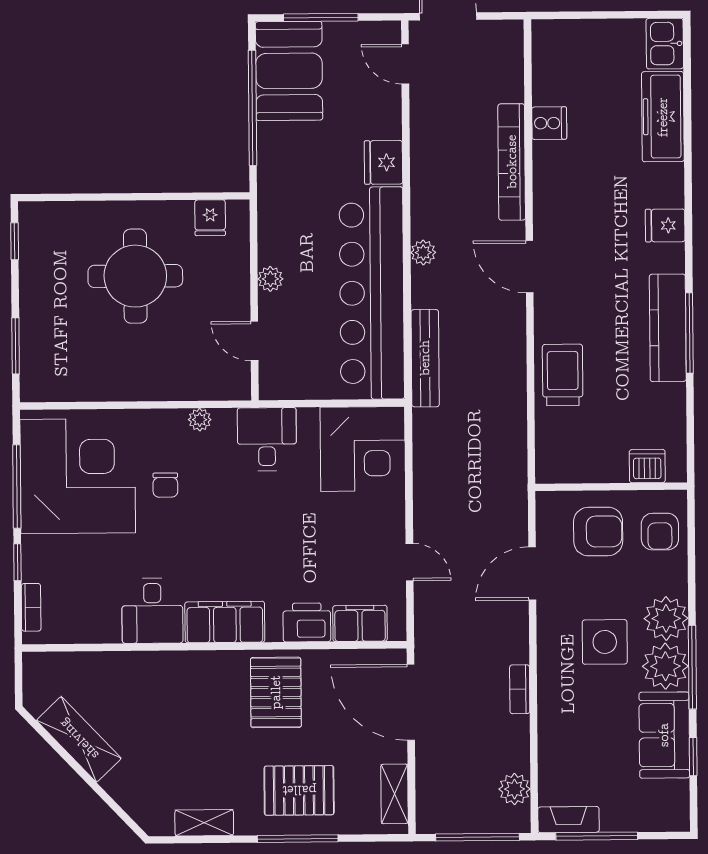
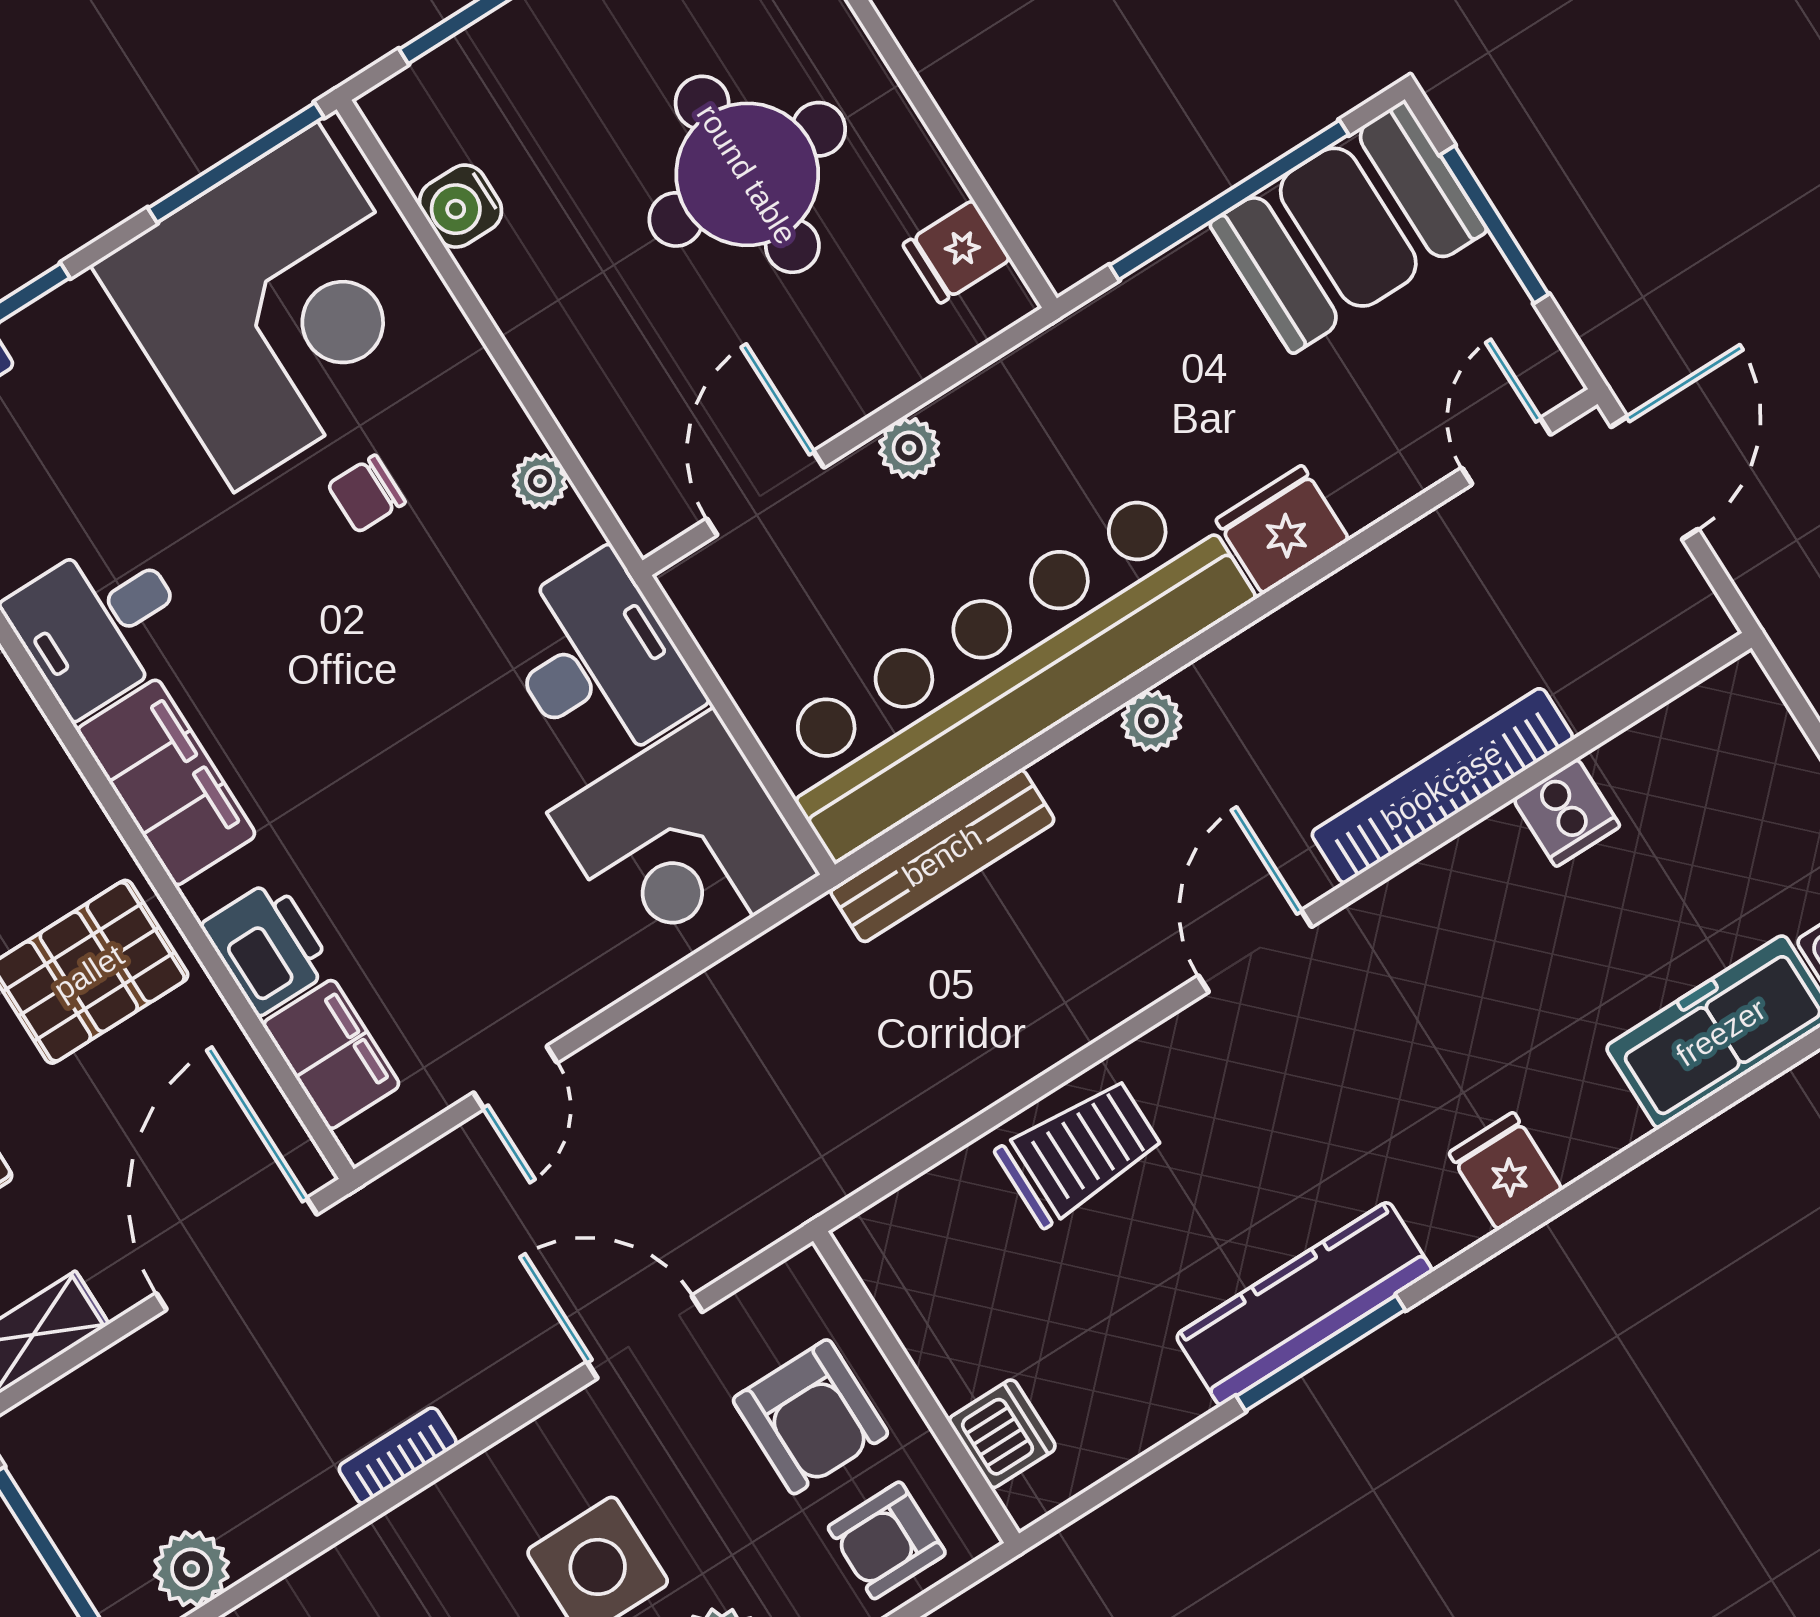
door: (254, 341) -> (765, 493), width x1.38
water cooler: (83, 387) -> (461, 206), added
desk: (267, 439) -> (598, 661), width x1.37
window: (17, 487) -> (236, 163), moved

